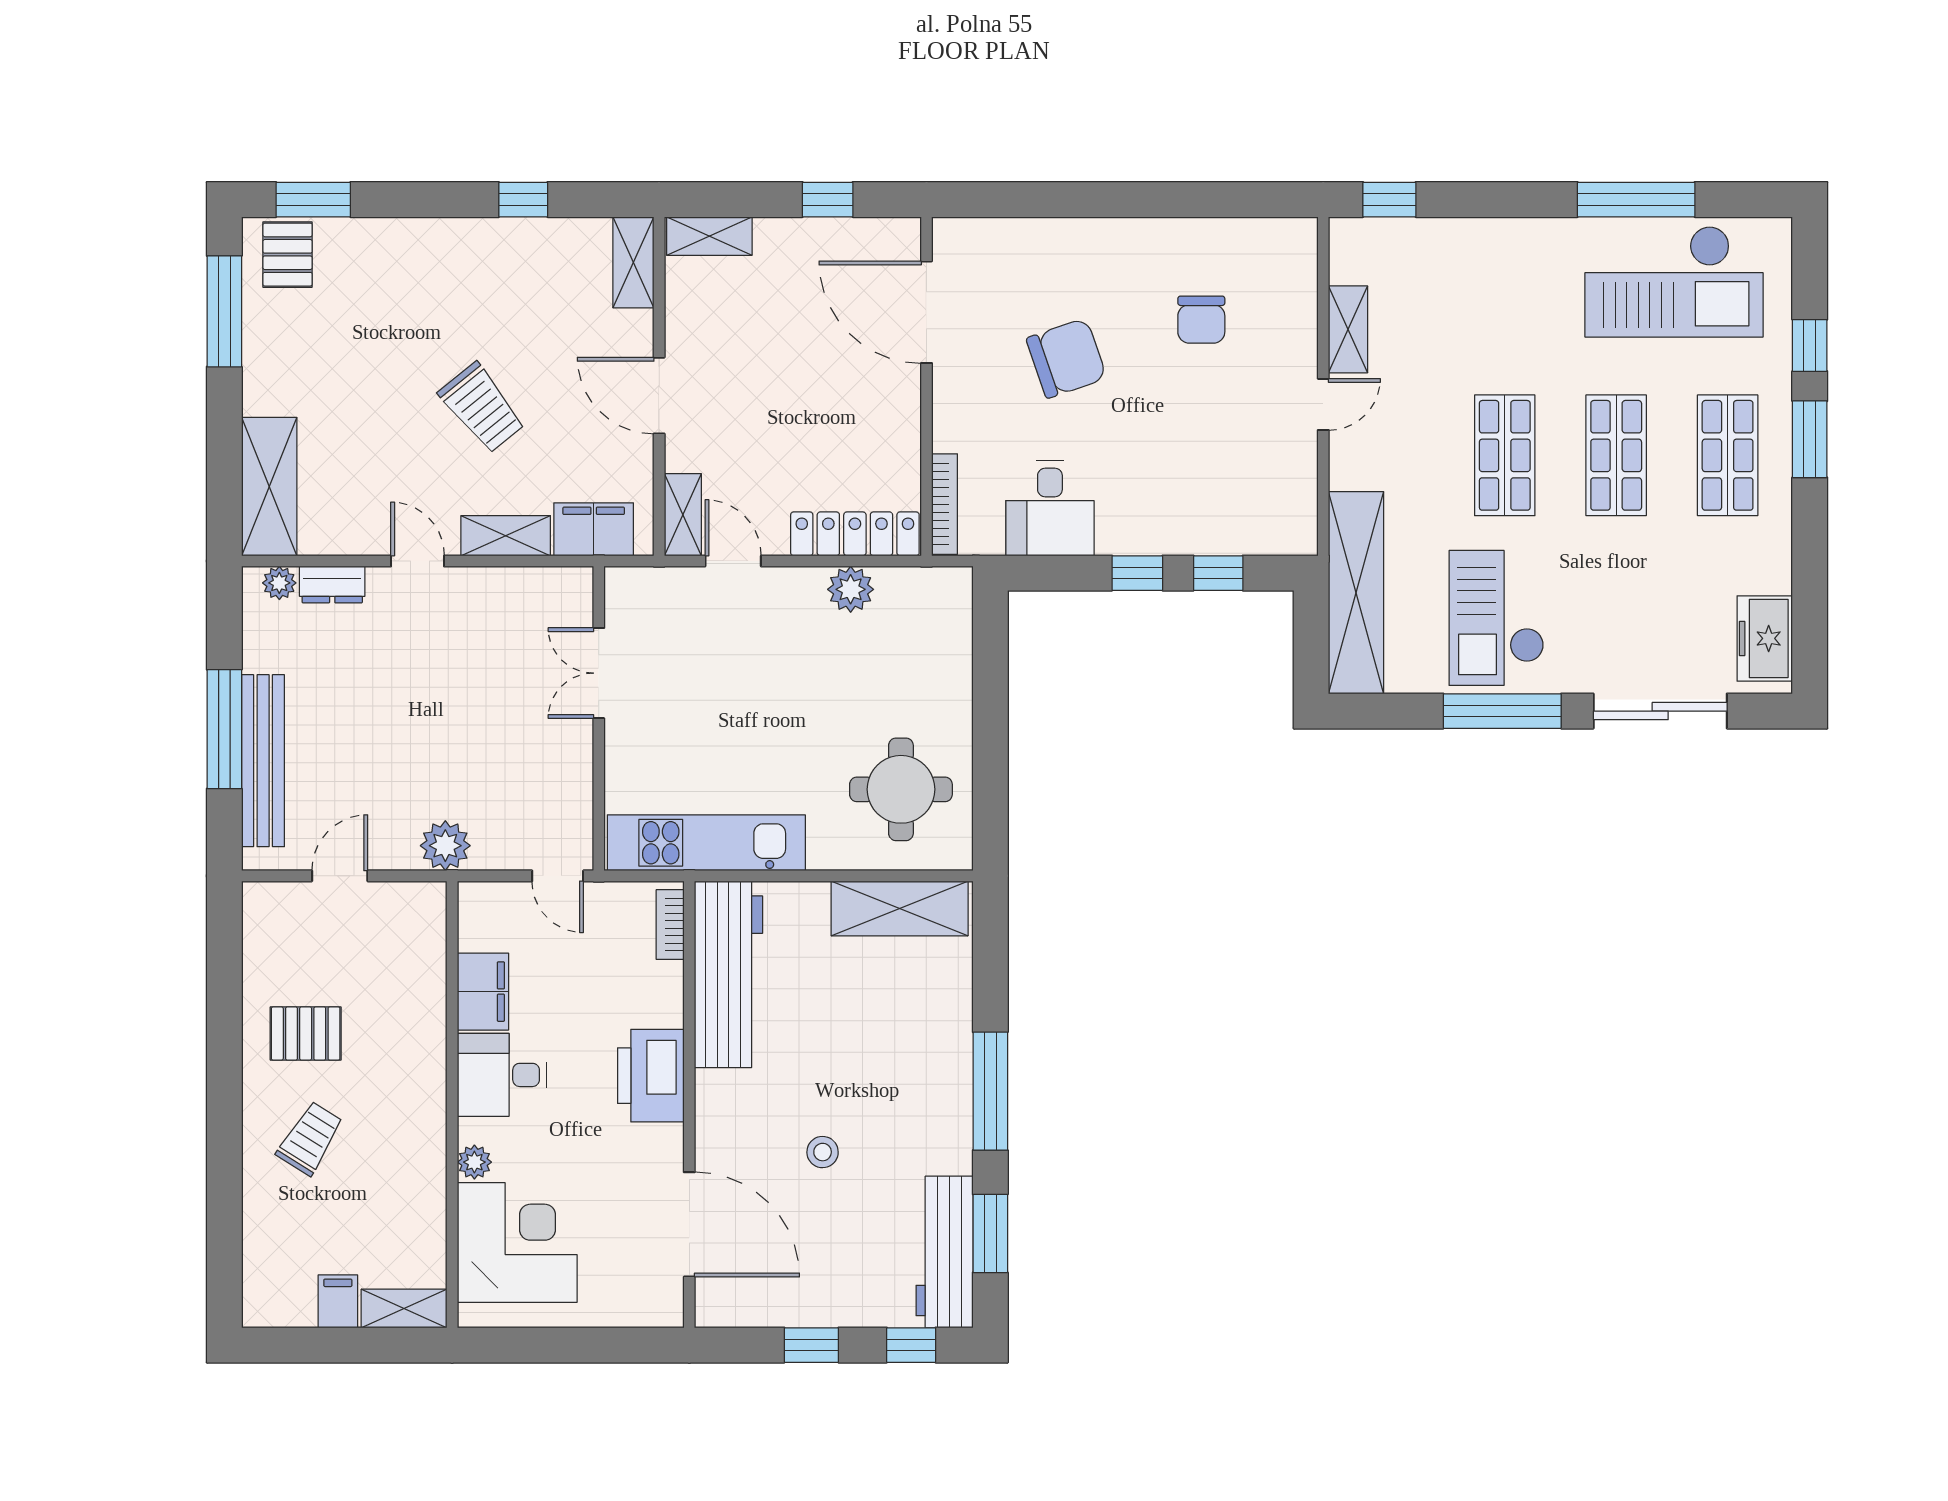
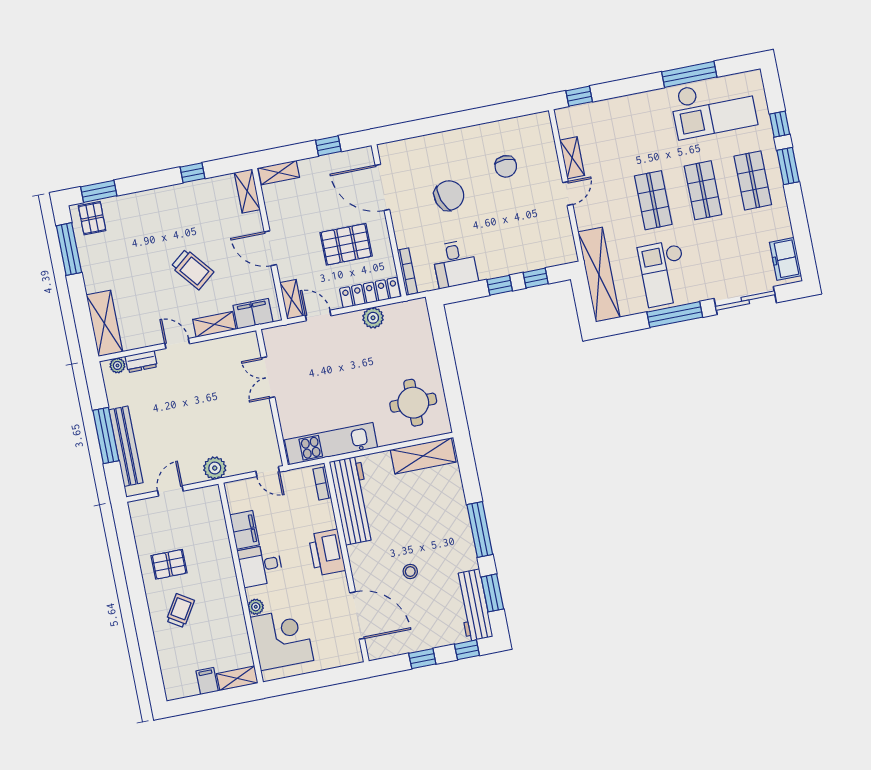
pallet: (824, 419) -> (346, 244), added

